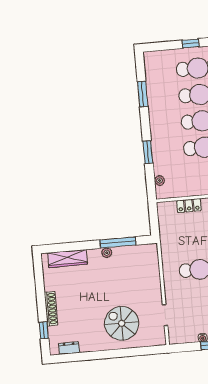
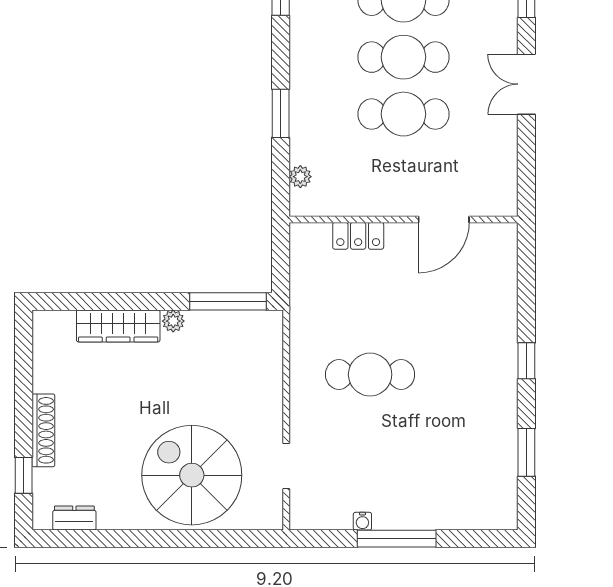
window: (118, 243) -> (228, 301), moved
wardrobe: (67, 258) -> (118, 326), moved
spiral stairs: (122, 323) -> (192, 475), width x1.37, depth x1.37

